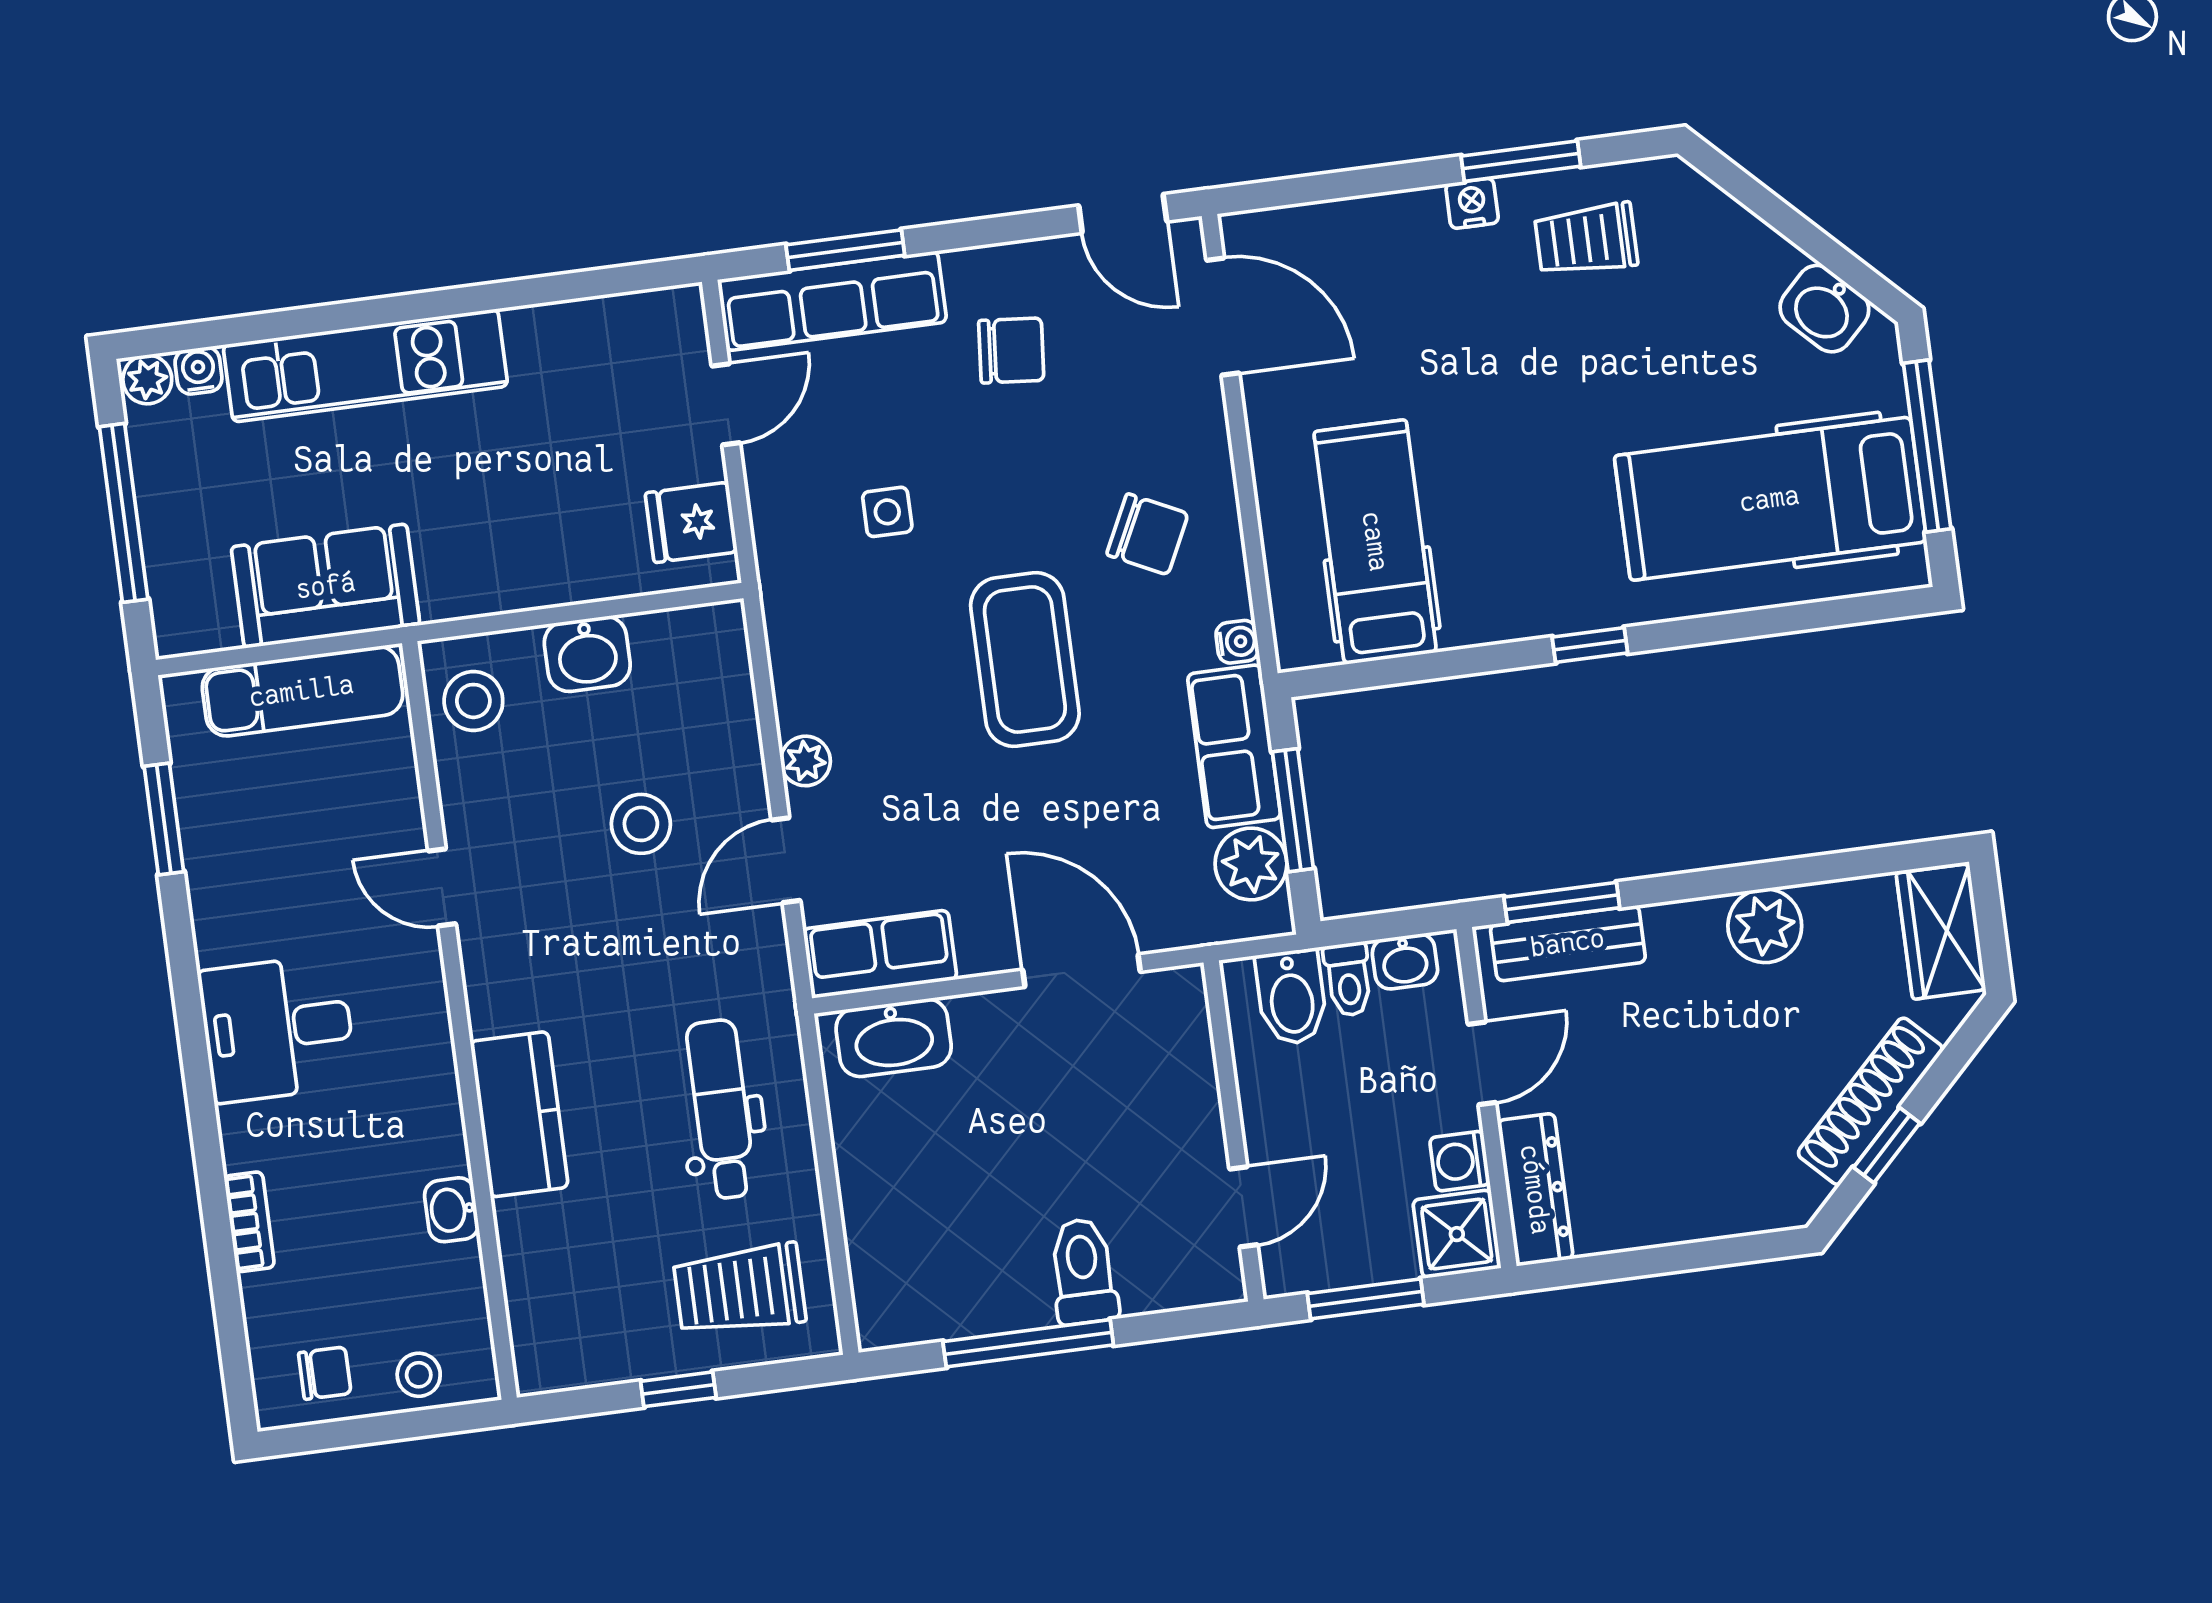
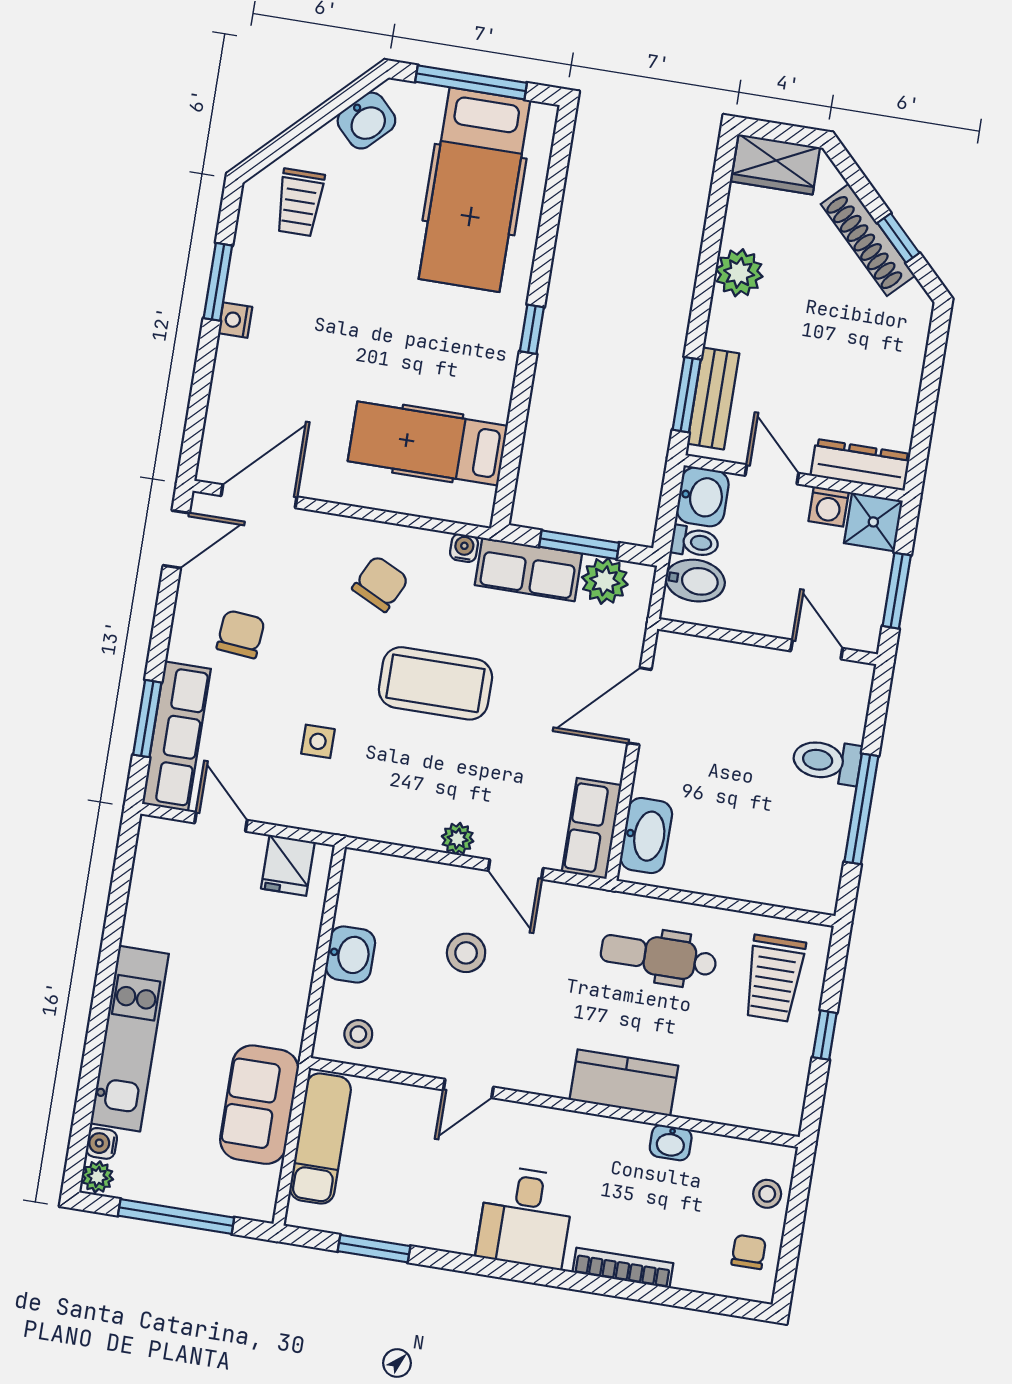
trolley: (1586, 239) -> (300, 202), moved
stool: (473, 701) -> (358, 1034), width x0.73, depth x0.73
washbasin: (1405, 961) -> (703, 497), width x1.38, depth x1.45
bookcase: (249, 1222) -> (623, 1268), width x1.56

